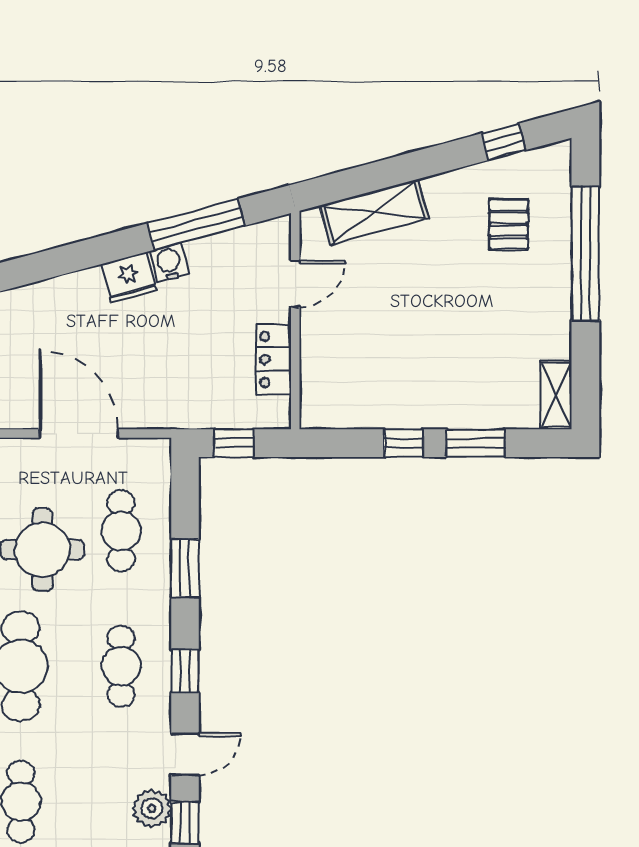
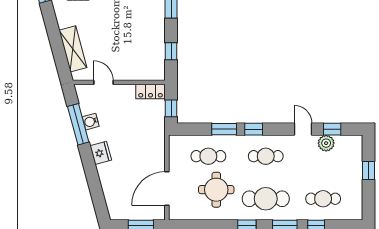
water cooler: (169, 263) -> (91, 122), moved
locker: (274, 359) -> (151, 92), moved
door: (78, 433) -> (167, 188), moved
window: (404, 443) -> (171, 51), moved
window: (185, 671) -> (254, 129), moved

